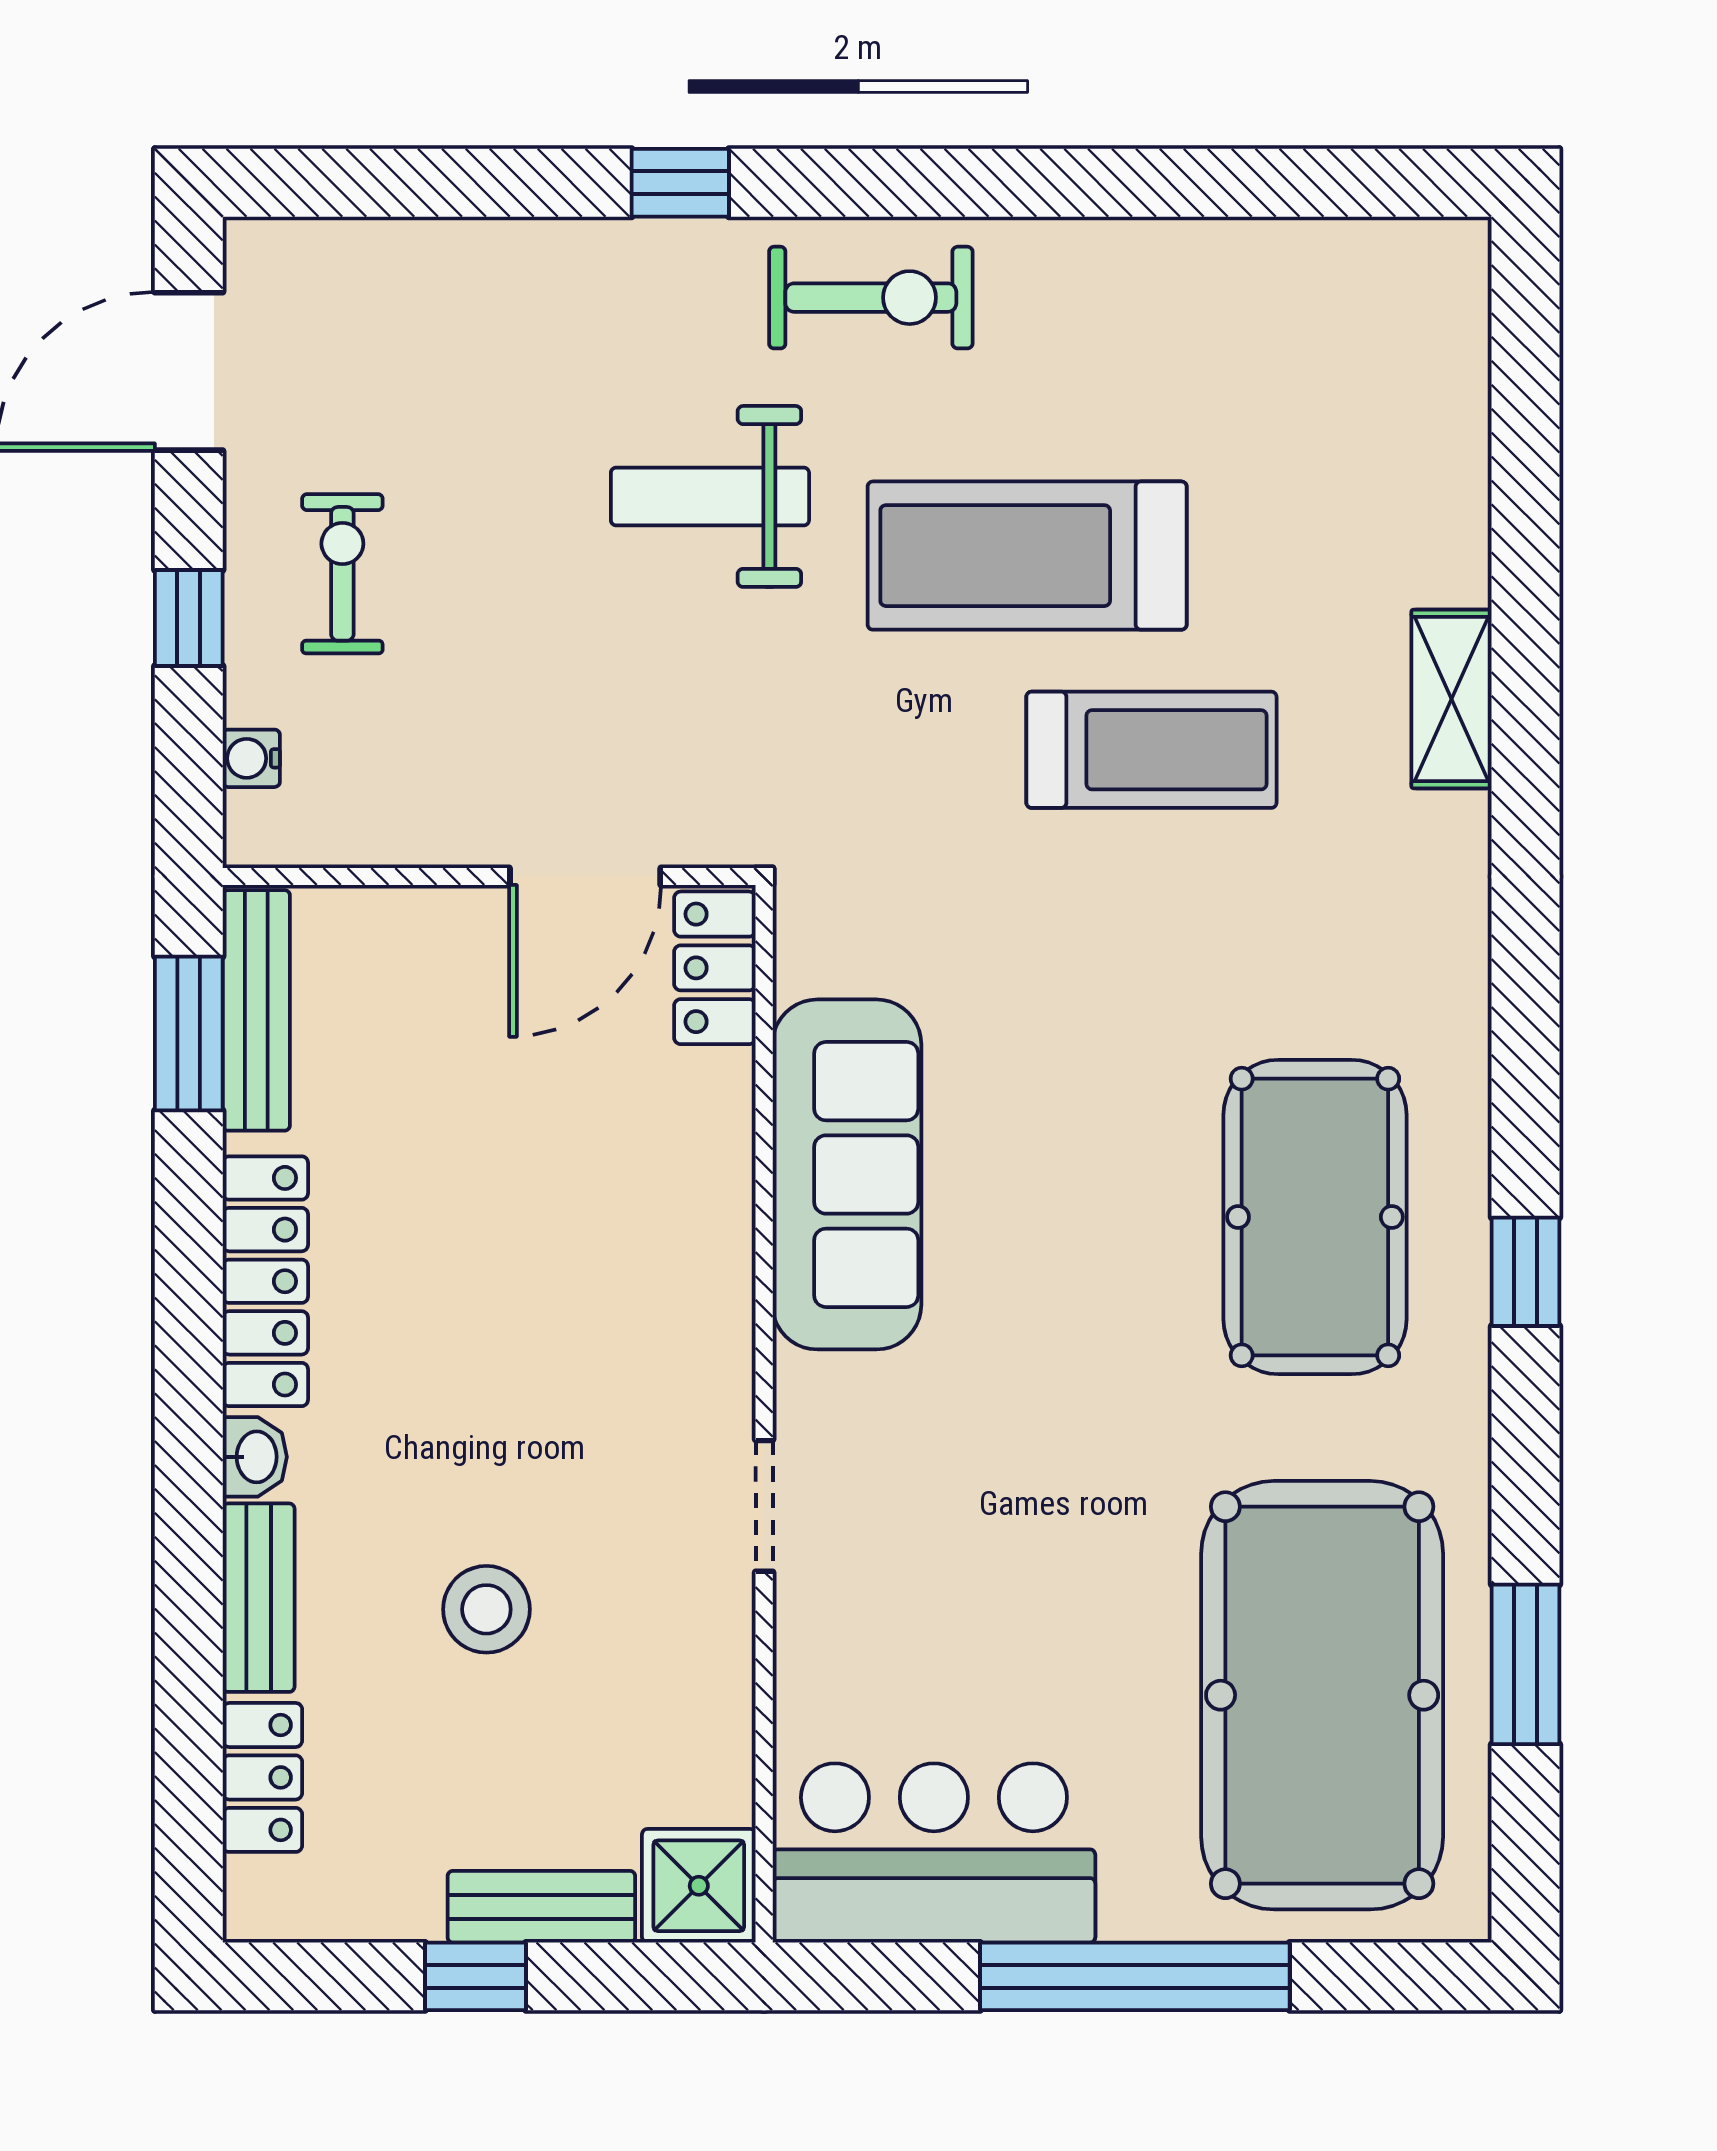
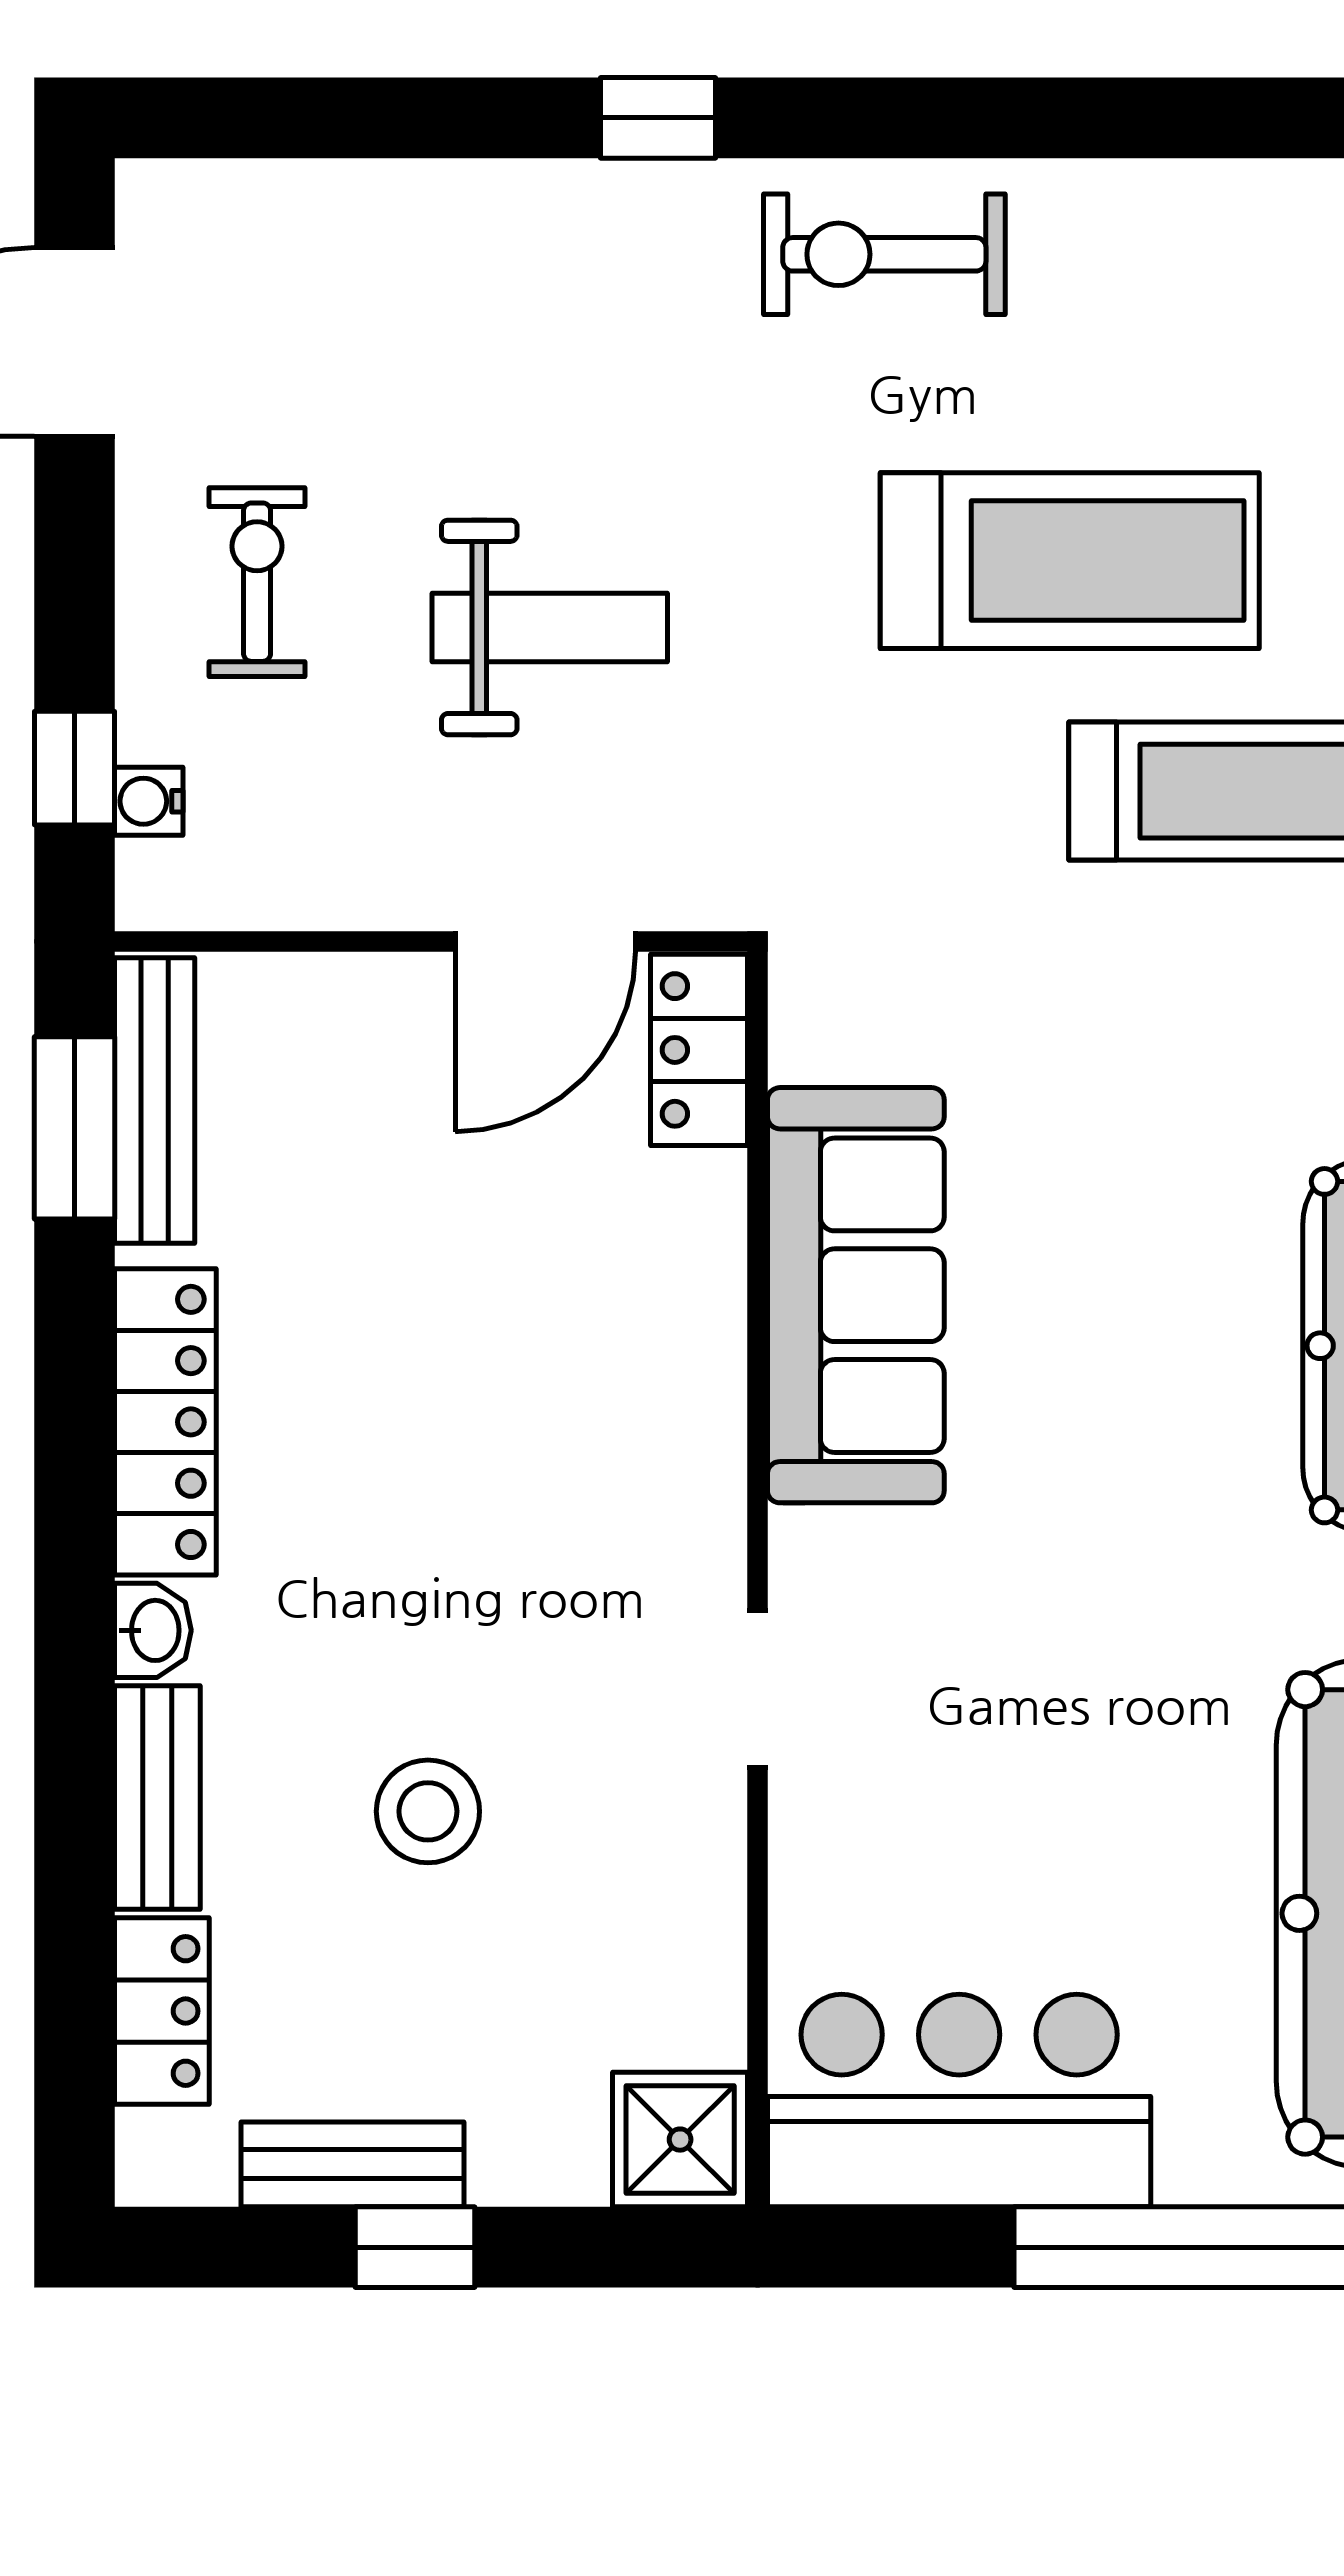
exercise bike: (871, 298) -> (884, 254), turned 180
weight bench: (710, 496) -> (550, 627), moved, turned 180
treadmill: (1027, 556) -> (1070, 561), turned 180
window: (189, 618) -> (75, 768), moved
bench: (541, 1907) -> (353, 2164), moved

